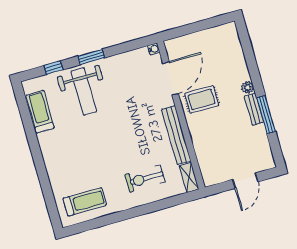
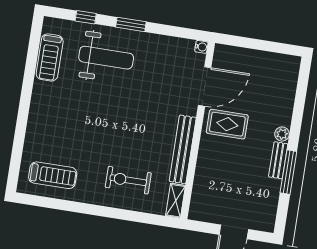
weight bench: (84, 91) -> (106, 58), turned -90
treadmill: (40, 112) -> (50, 57), turned 180

